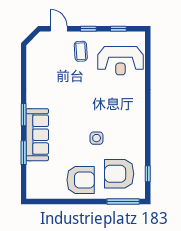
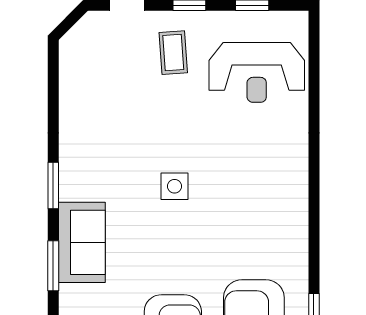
sofa: (37, 135) -> (82, 242), width x0.73
side table: (97, 138) -> (174, 186), moved

